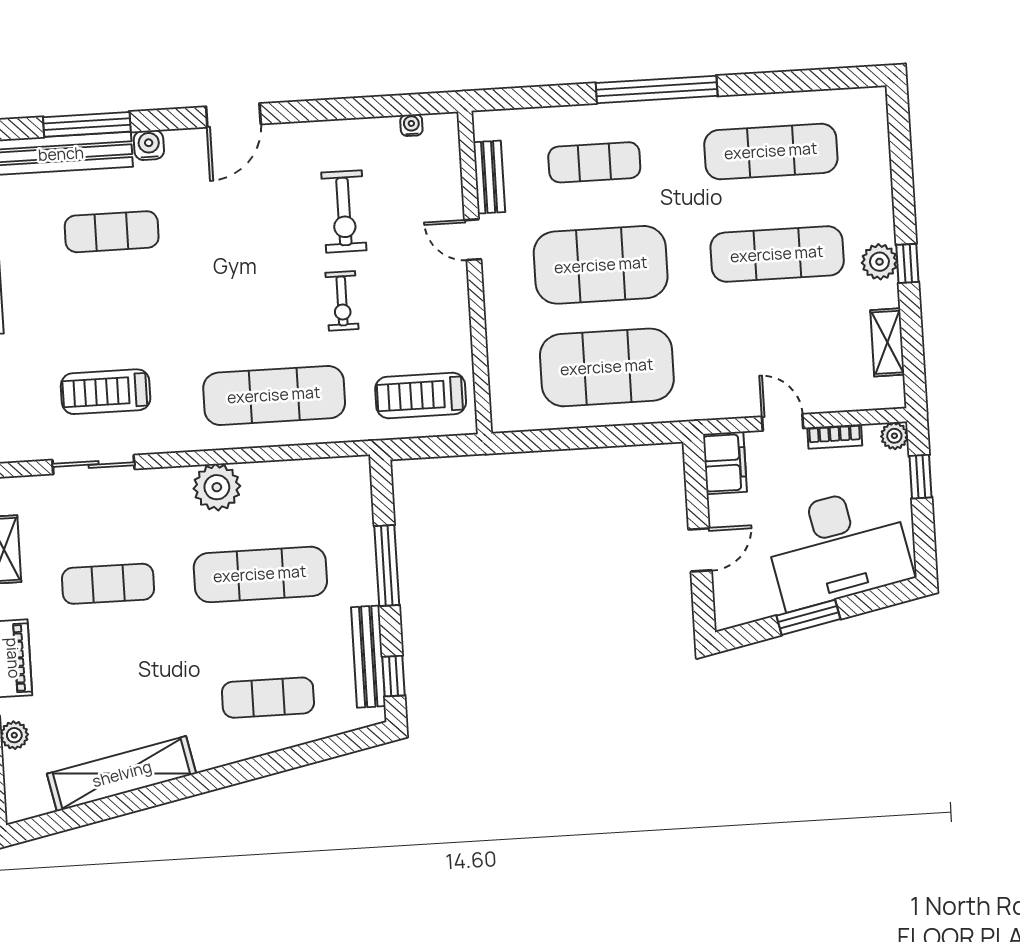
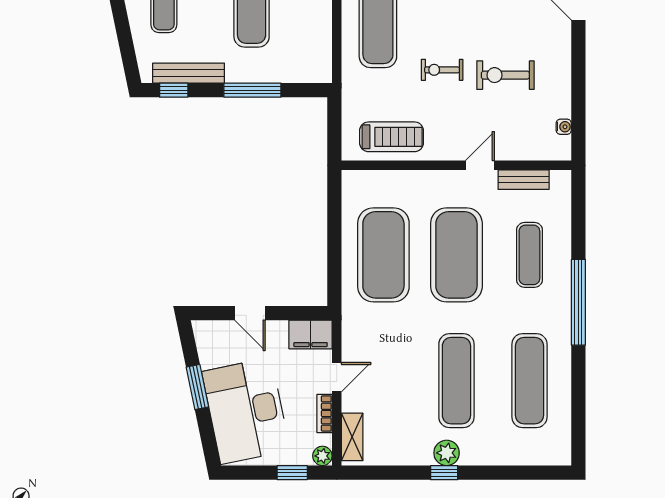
shelving: (887, 342) -> (352, 437), moved, turned 90
treadmill: (421, 395) -> (392, 137), moved, turned 90

